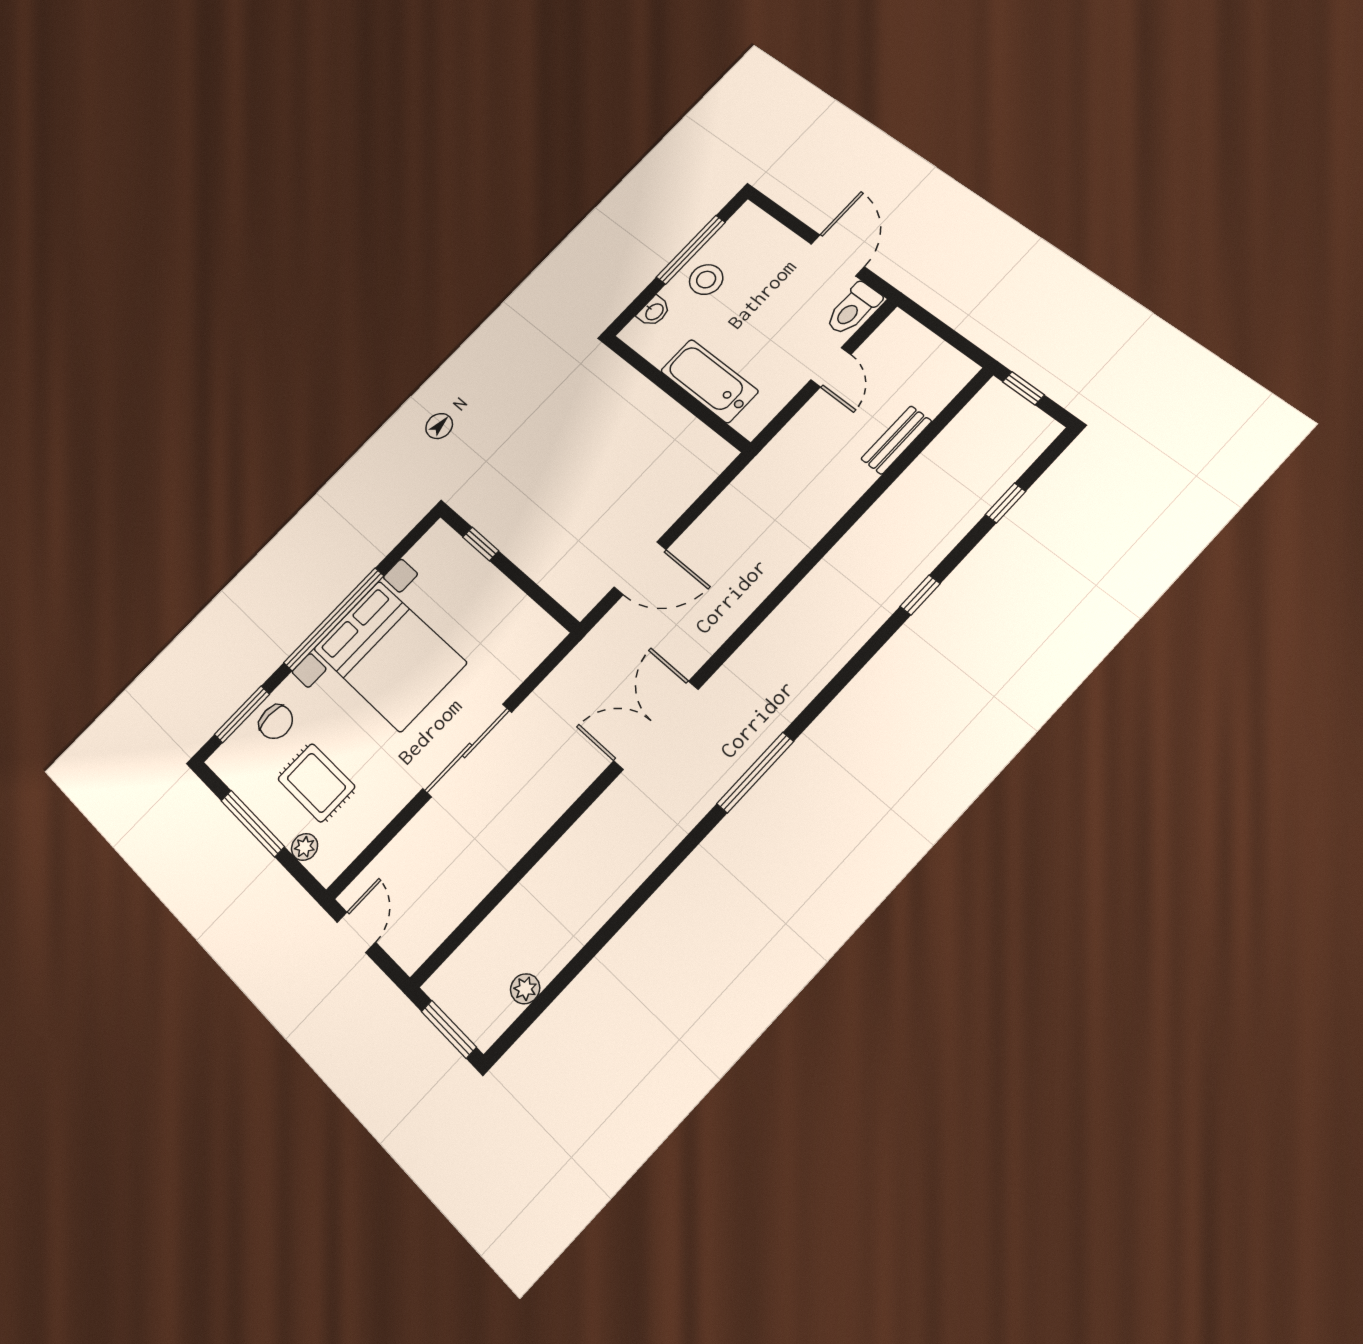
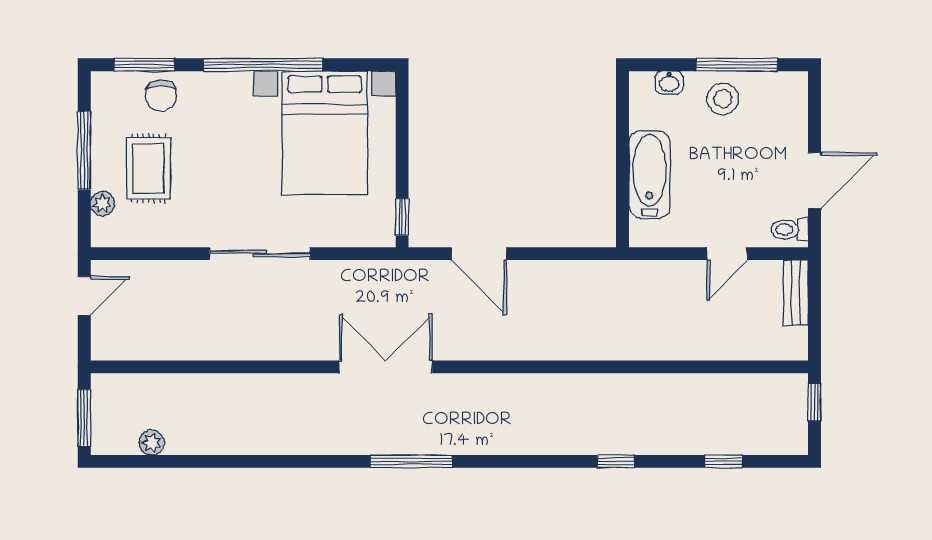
toilet: (853, 309) -> (790, 229), width x0.73, depth x0.72
bench: (896, 440) -> (796, 293), moved, turned 90
window: (481, 544) -> (402, 217), moved
bed with nightstands: (390, 656) -> (325, 133), moved

